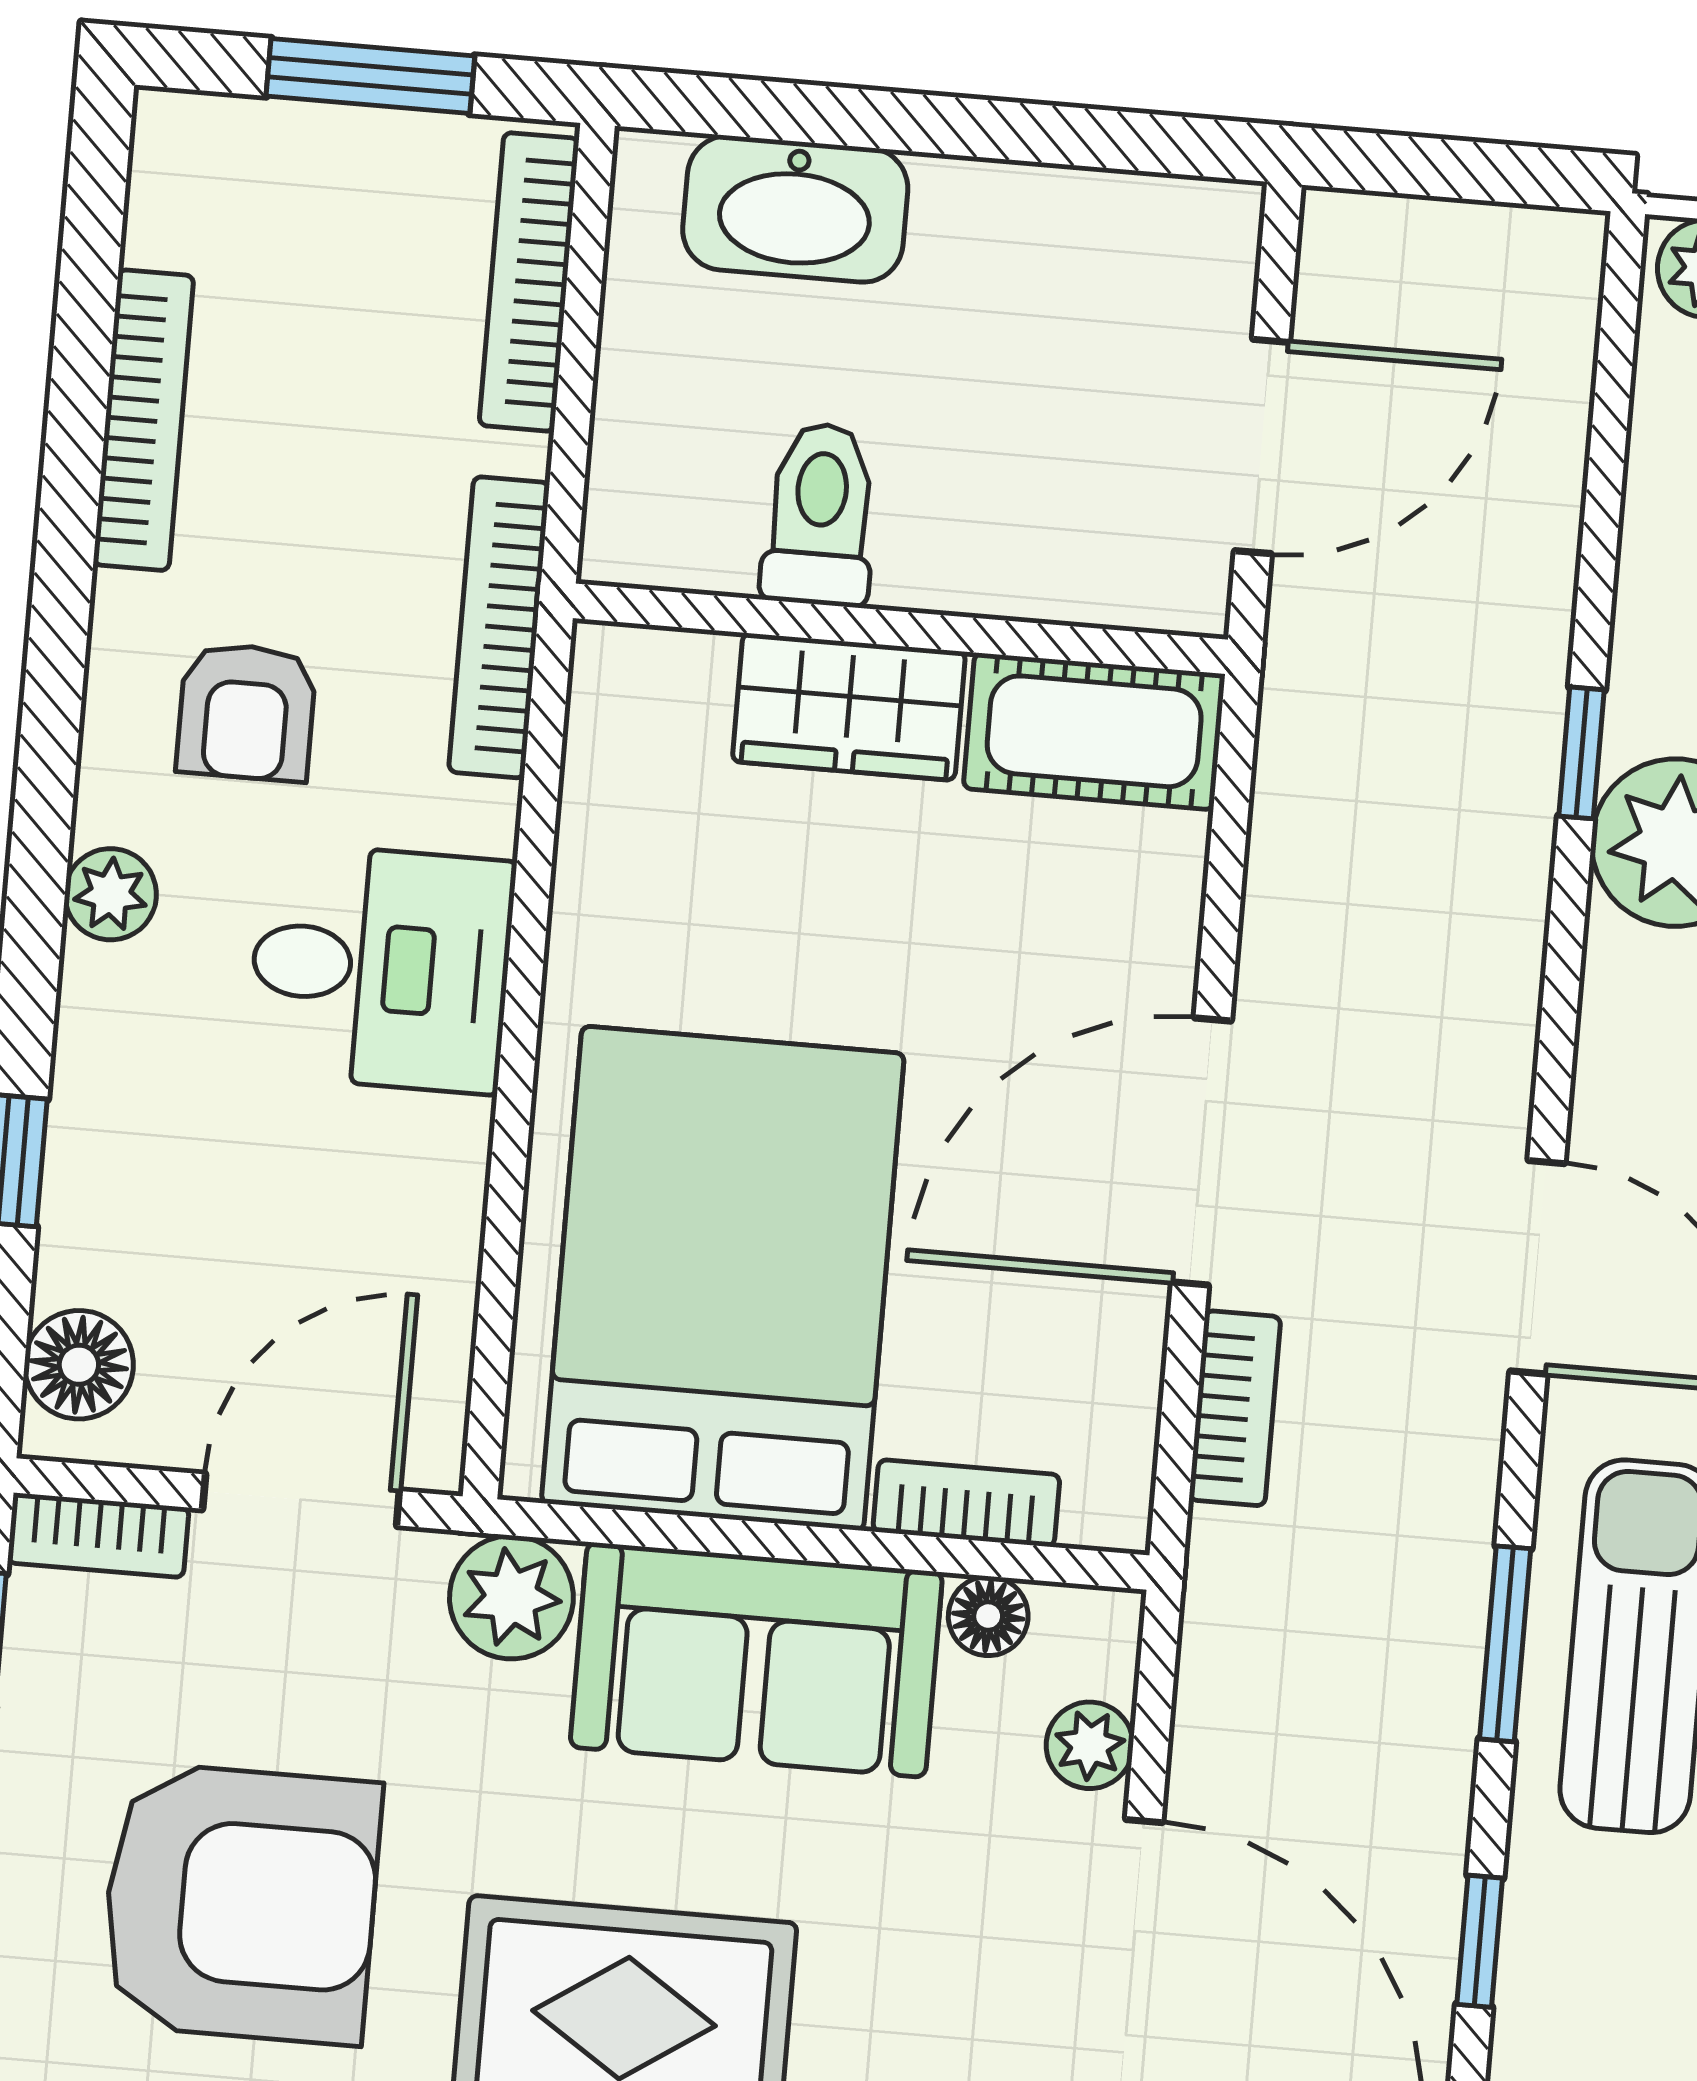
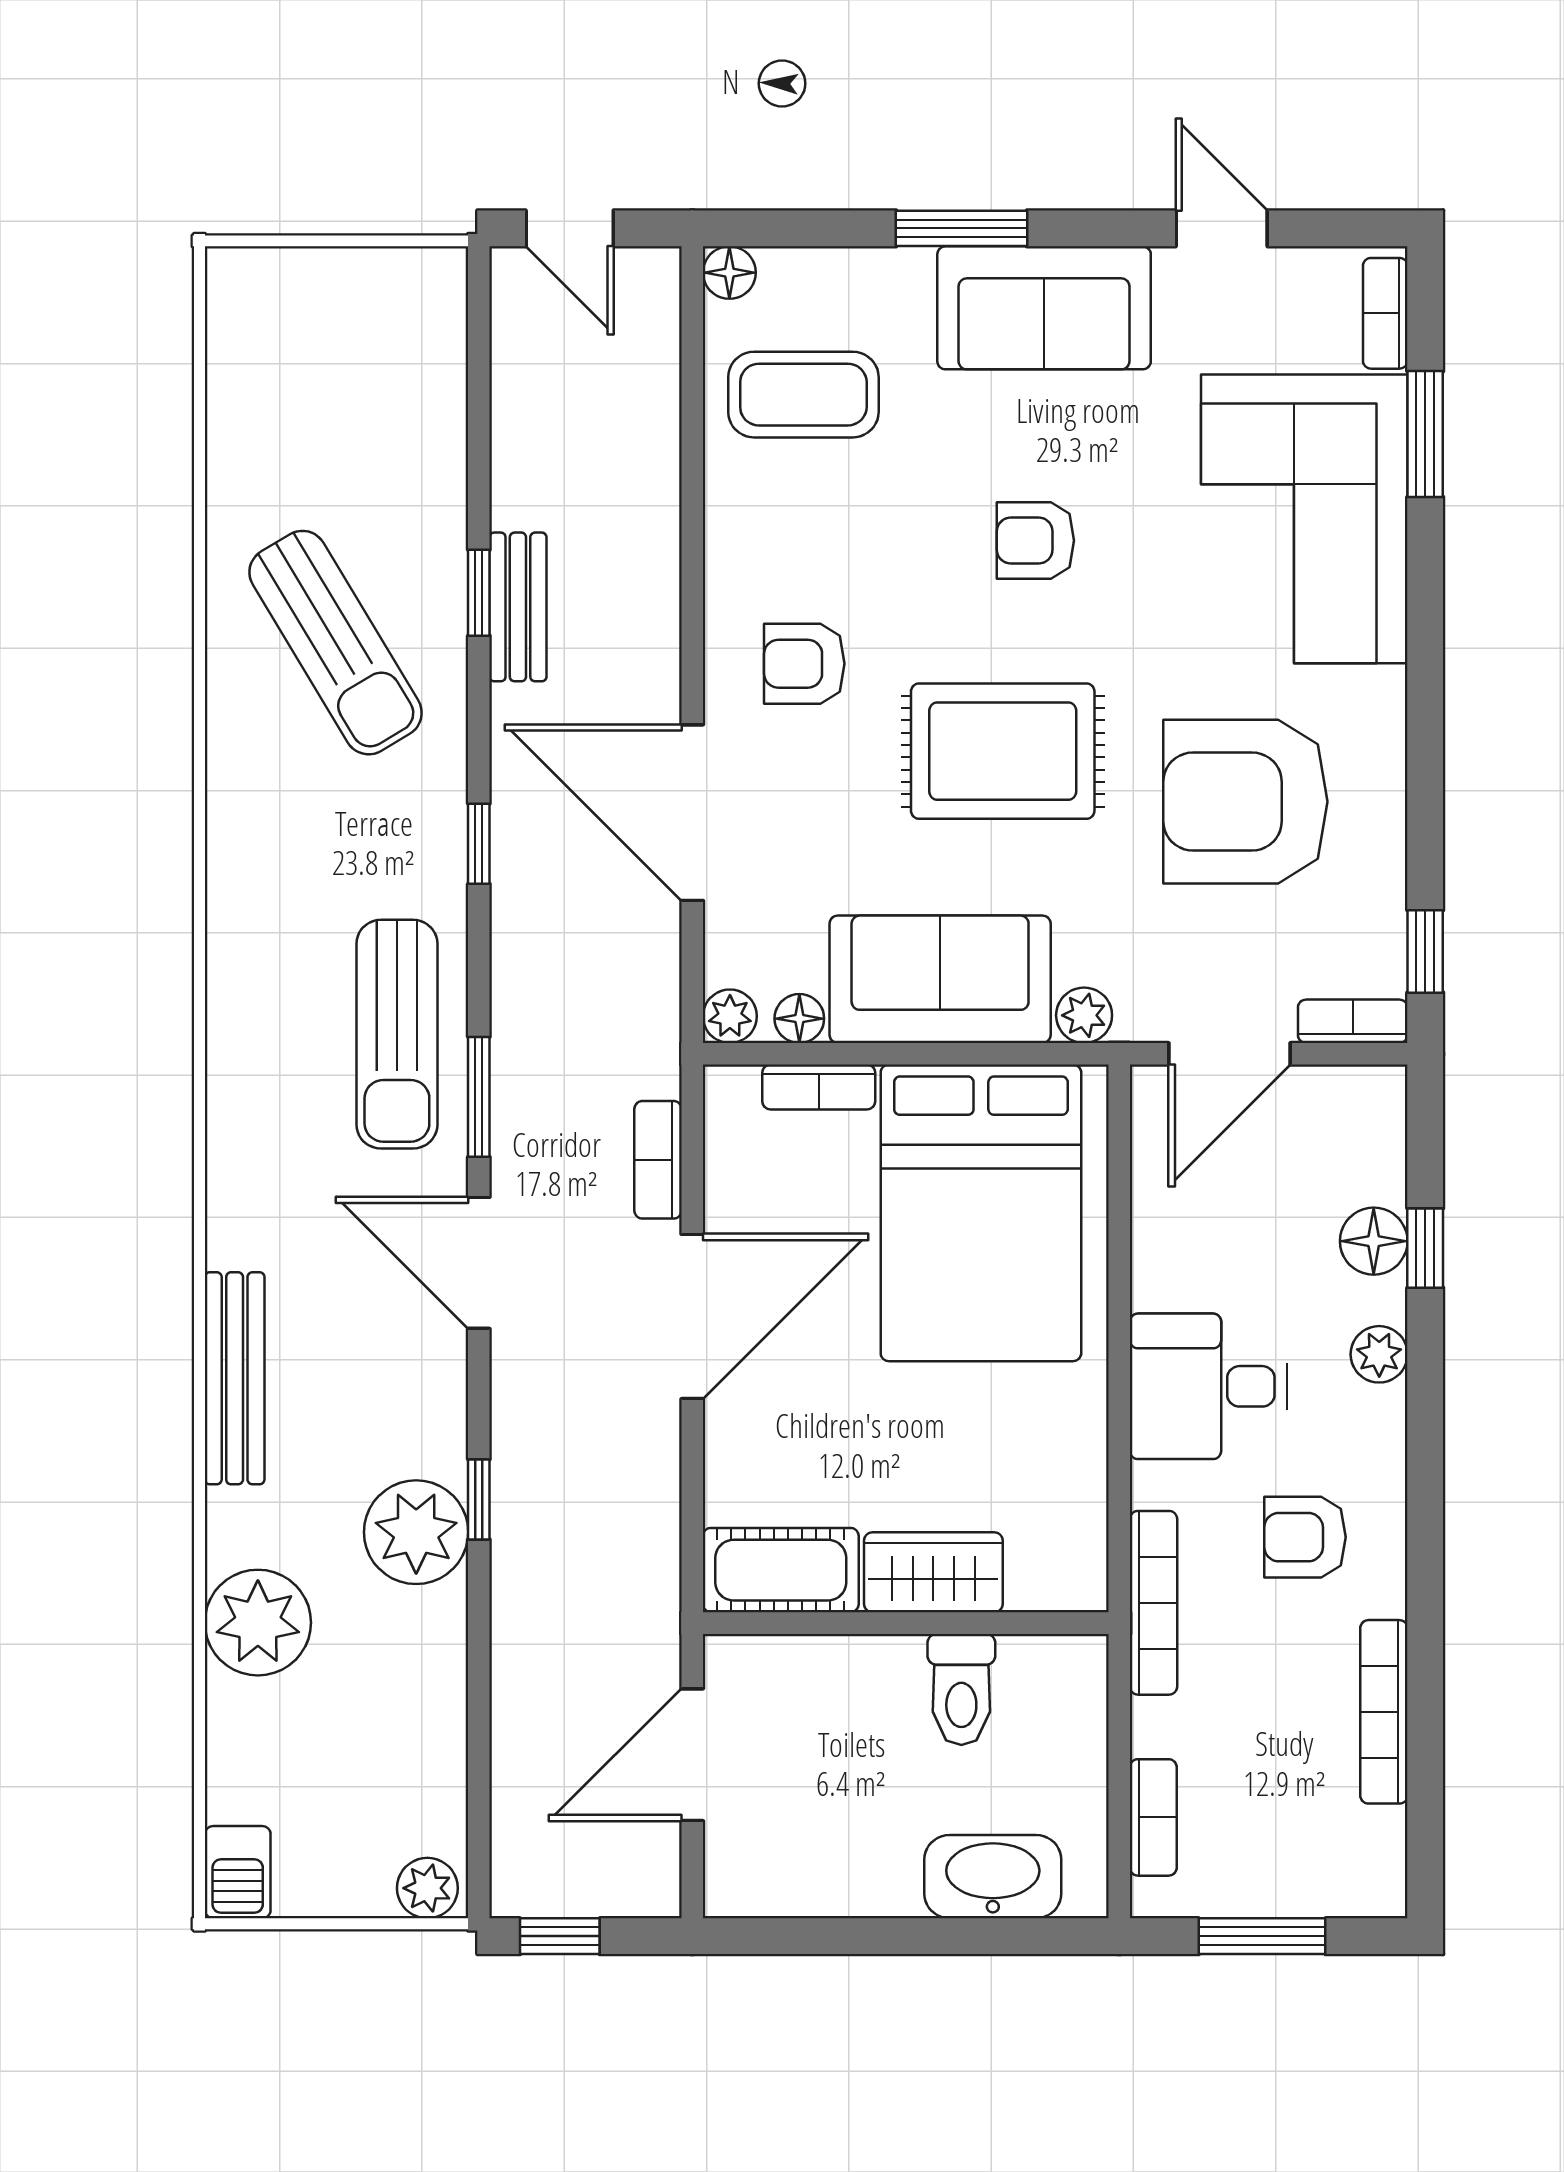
window: (1500, 173) -> (560, 1936), added
bookcase: (529, 282) -> (1153, 1817), width x0.64
armchair: (246, 712) -> (1305, 1537), turned -90
window: (1582, 753) -> (479, 1499), moved
plant: (111, 894) -> (1379, 1354), moved
floor lamp: (79, 1365) -> (1374, 1241), moved
plant: (511, 1597) -> (1084, 1015), width x0.73, depth x0.73
window: (1505, 1644) -> (479, 1097), moved
plant: (1090, 1745) -> (730, 1016), moved

